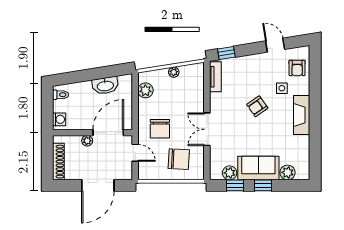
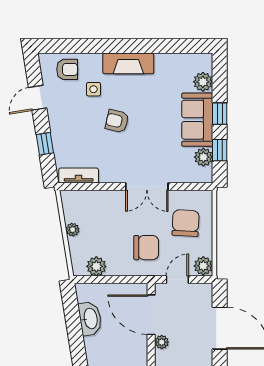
window: (226, 53) -> (45, 144), moved
armchair: (257, 106) -> (117, 121), turned 138
plant: (146, 173) -> (203, 266), added

